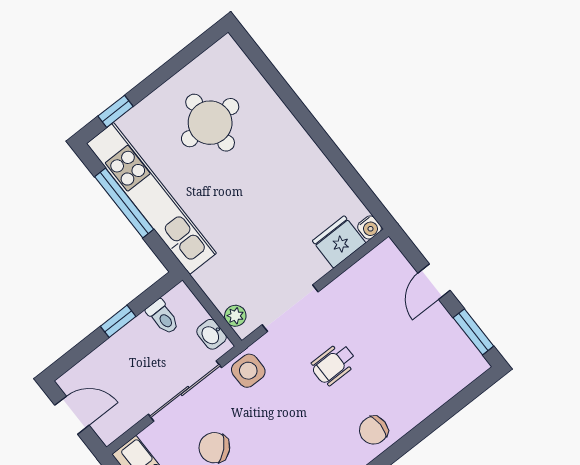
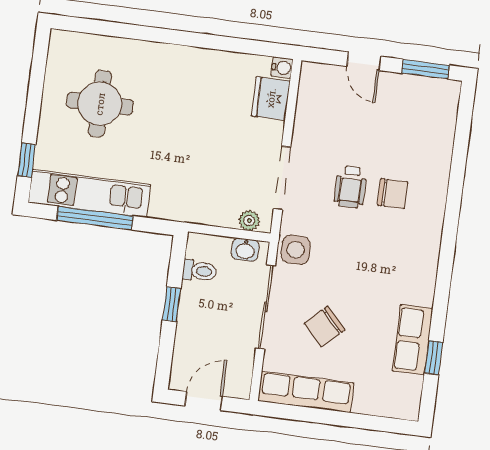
kitchen unit: (151, 198) -> (89, 193), width x0.73
chair: (374, 430) -> (393, 194), moved, turned -90

